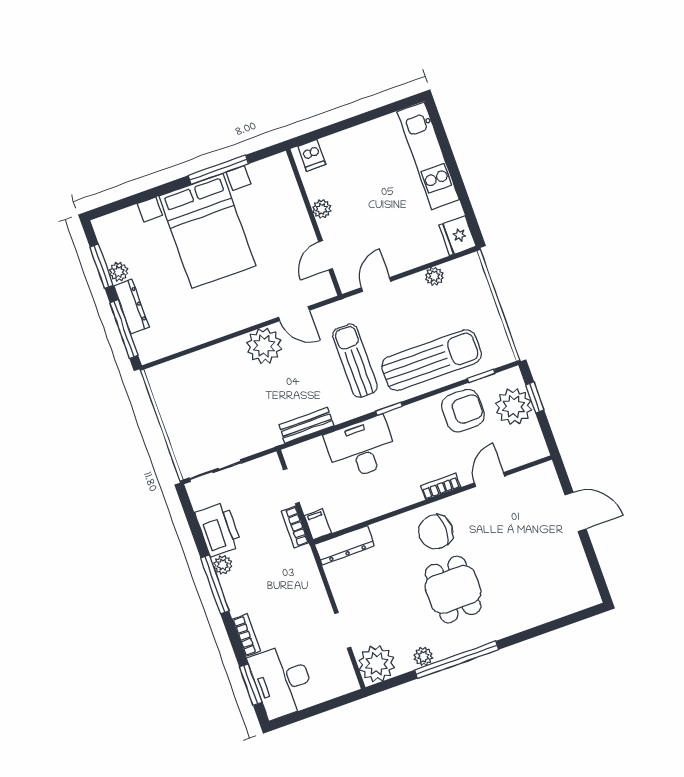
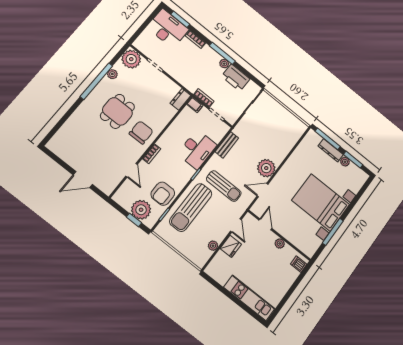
fridge: (457, 236) -> (231, 246), moved, turned 90
dresser: (345, 545) -> (180, 99), width x0.70
dining table: (453, 589) -> (117, 111), turned 90

